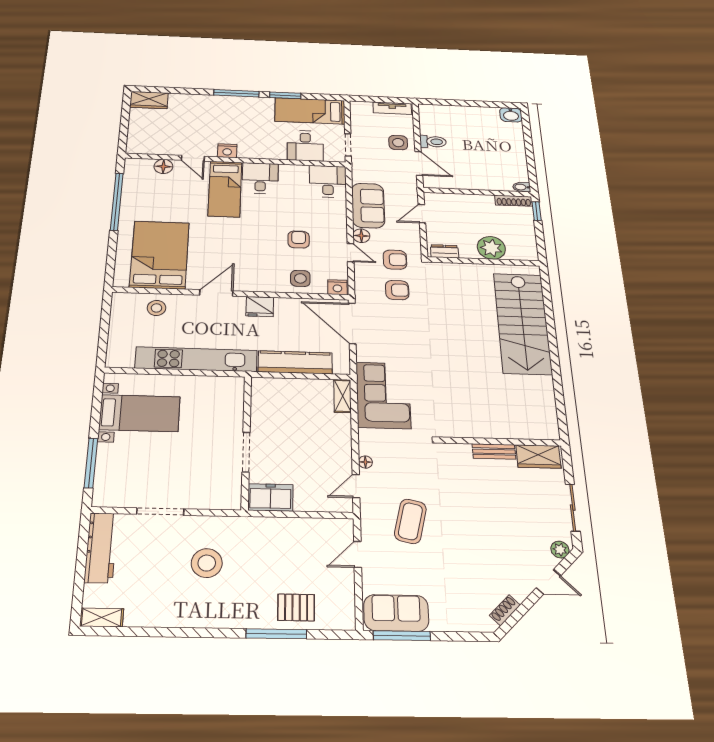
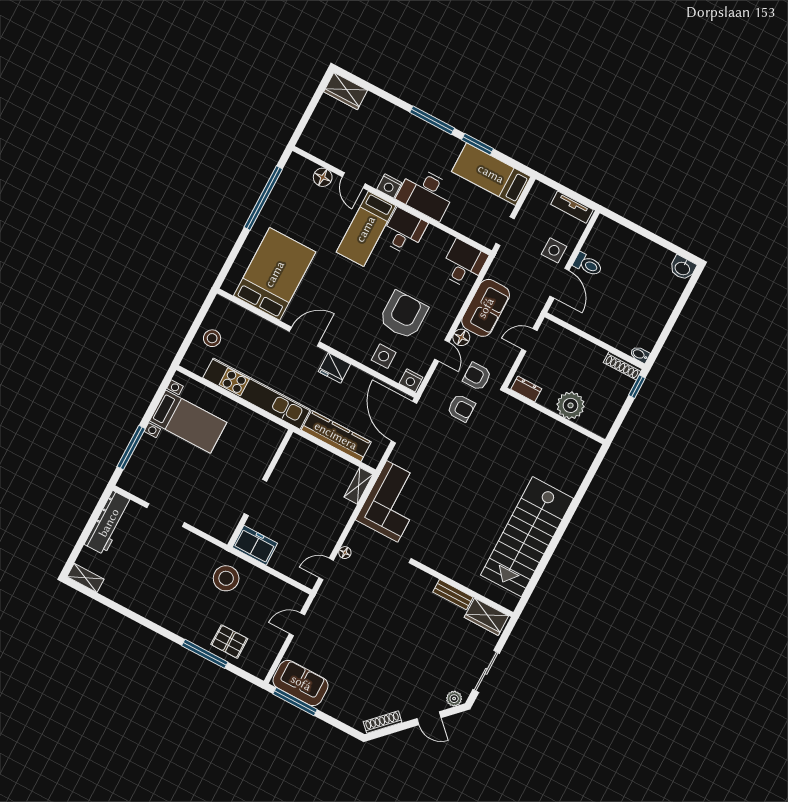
desk: (305, 146) -> (426, 193), moved, width x1.37
armchair: (299, 240) -> (403, 315), width x1.88, depth x1.88
armchair: (395, 260) -> (477, 376), turned 180
stool: (156, 308) -> (212, 338), moved
stairs: (522, 323) -> (527, 537), moved
coffee table: (410, 521) -> (352, 619), removed
stool: (207, 563) -> (226, 578), moved
shoe rack: (505, 610) -> (383, 722), width x1.43

